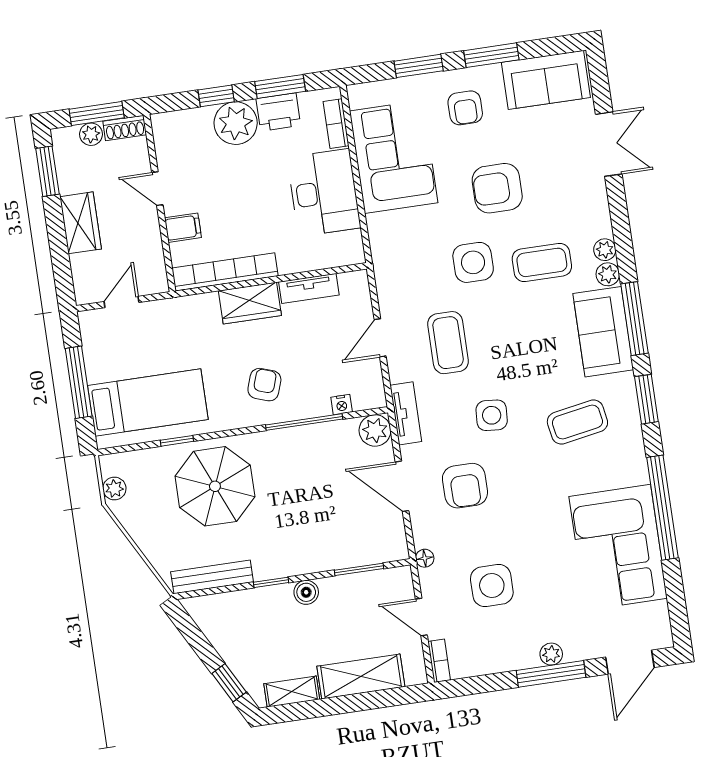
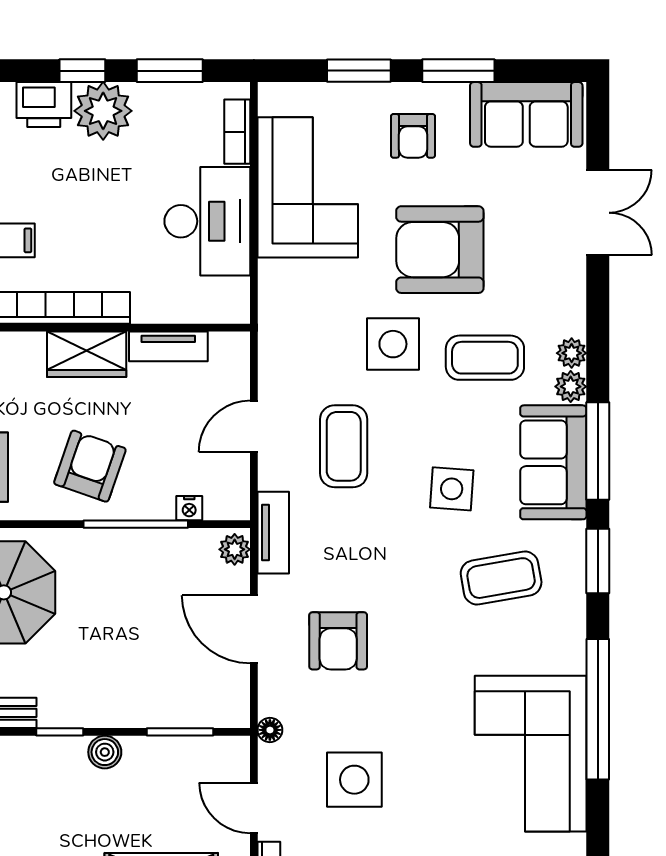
printer: (278, 112) -> (44, 105), moved
armchair: (497, 188) -> (440, 250), width x1.36, depth x1.36
armchair: (264, 385) -> (90, 466), width x1.38, depth x1.38
side table: (492, 415) -> (452, 489), moved
plant: (375, 430) -> (235, 549), width x0.73, depth x0.73

